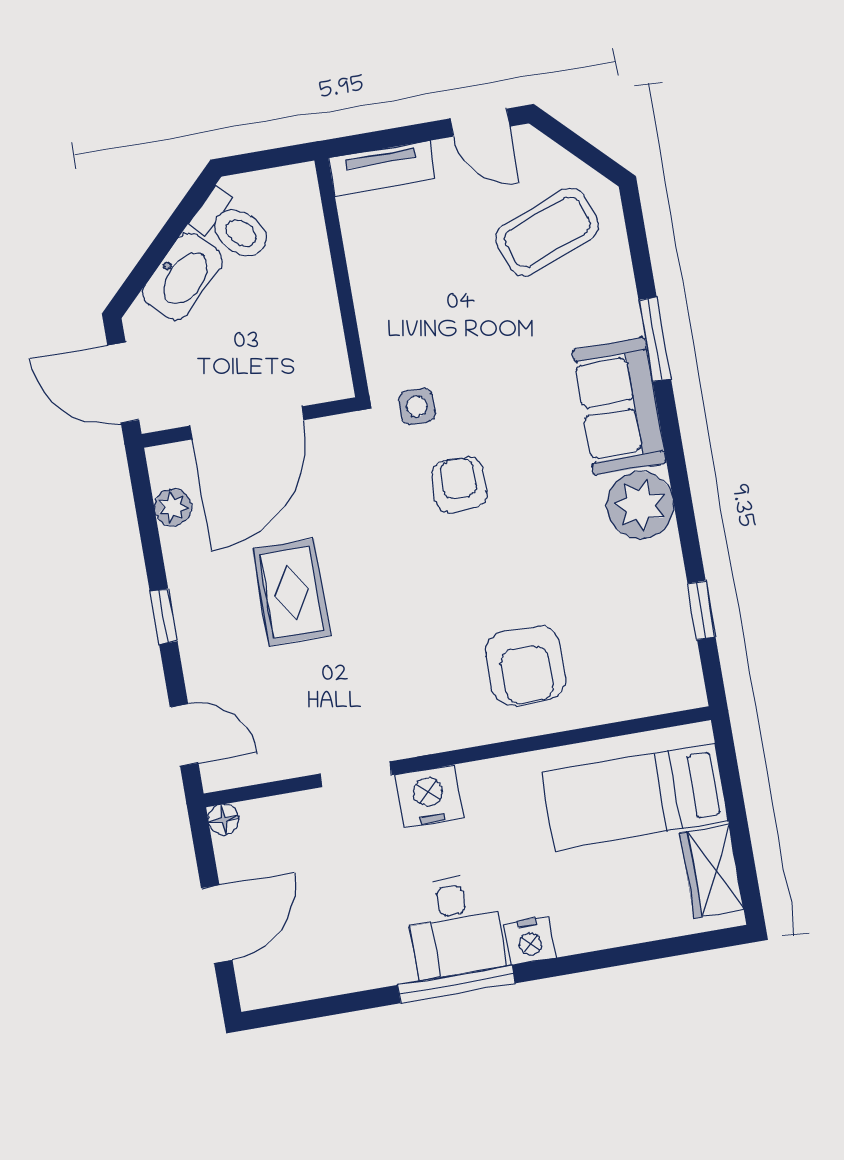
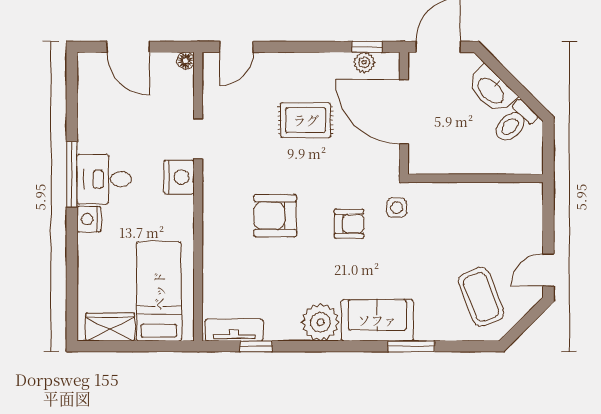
tv unit: (382, 169) -> (234, 330), moved, turned 90
window: (164, 616) -> (367, 47), moved
armchair: (526, 666) -> (275, 216), moved

